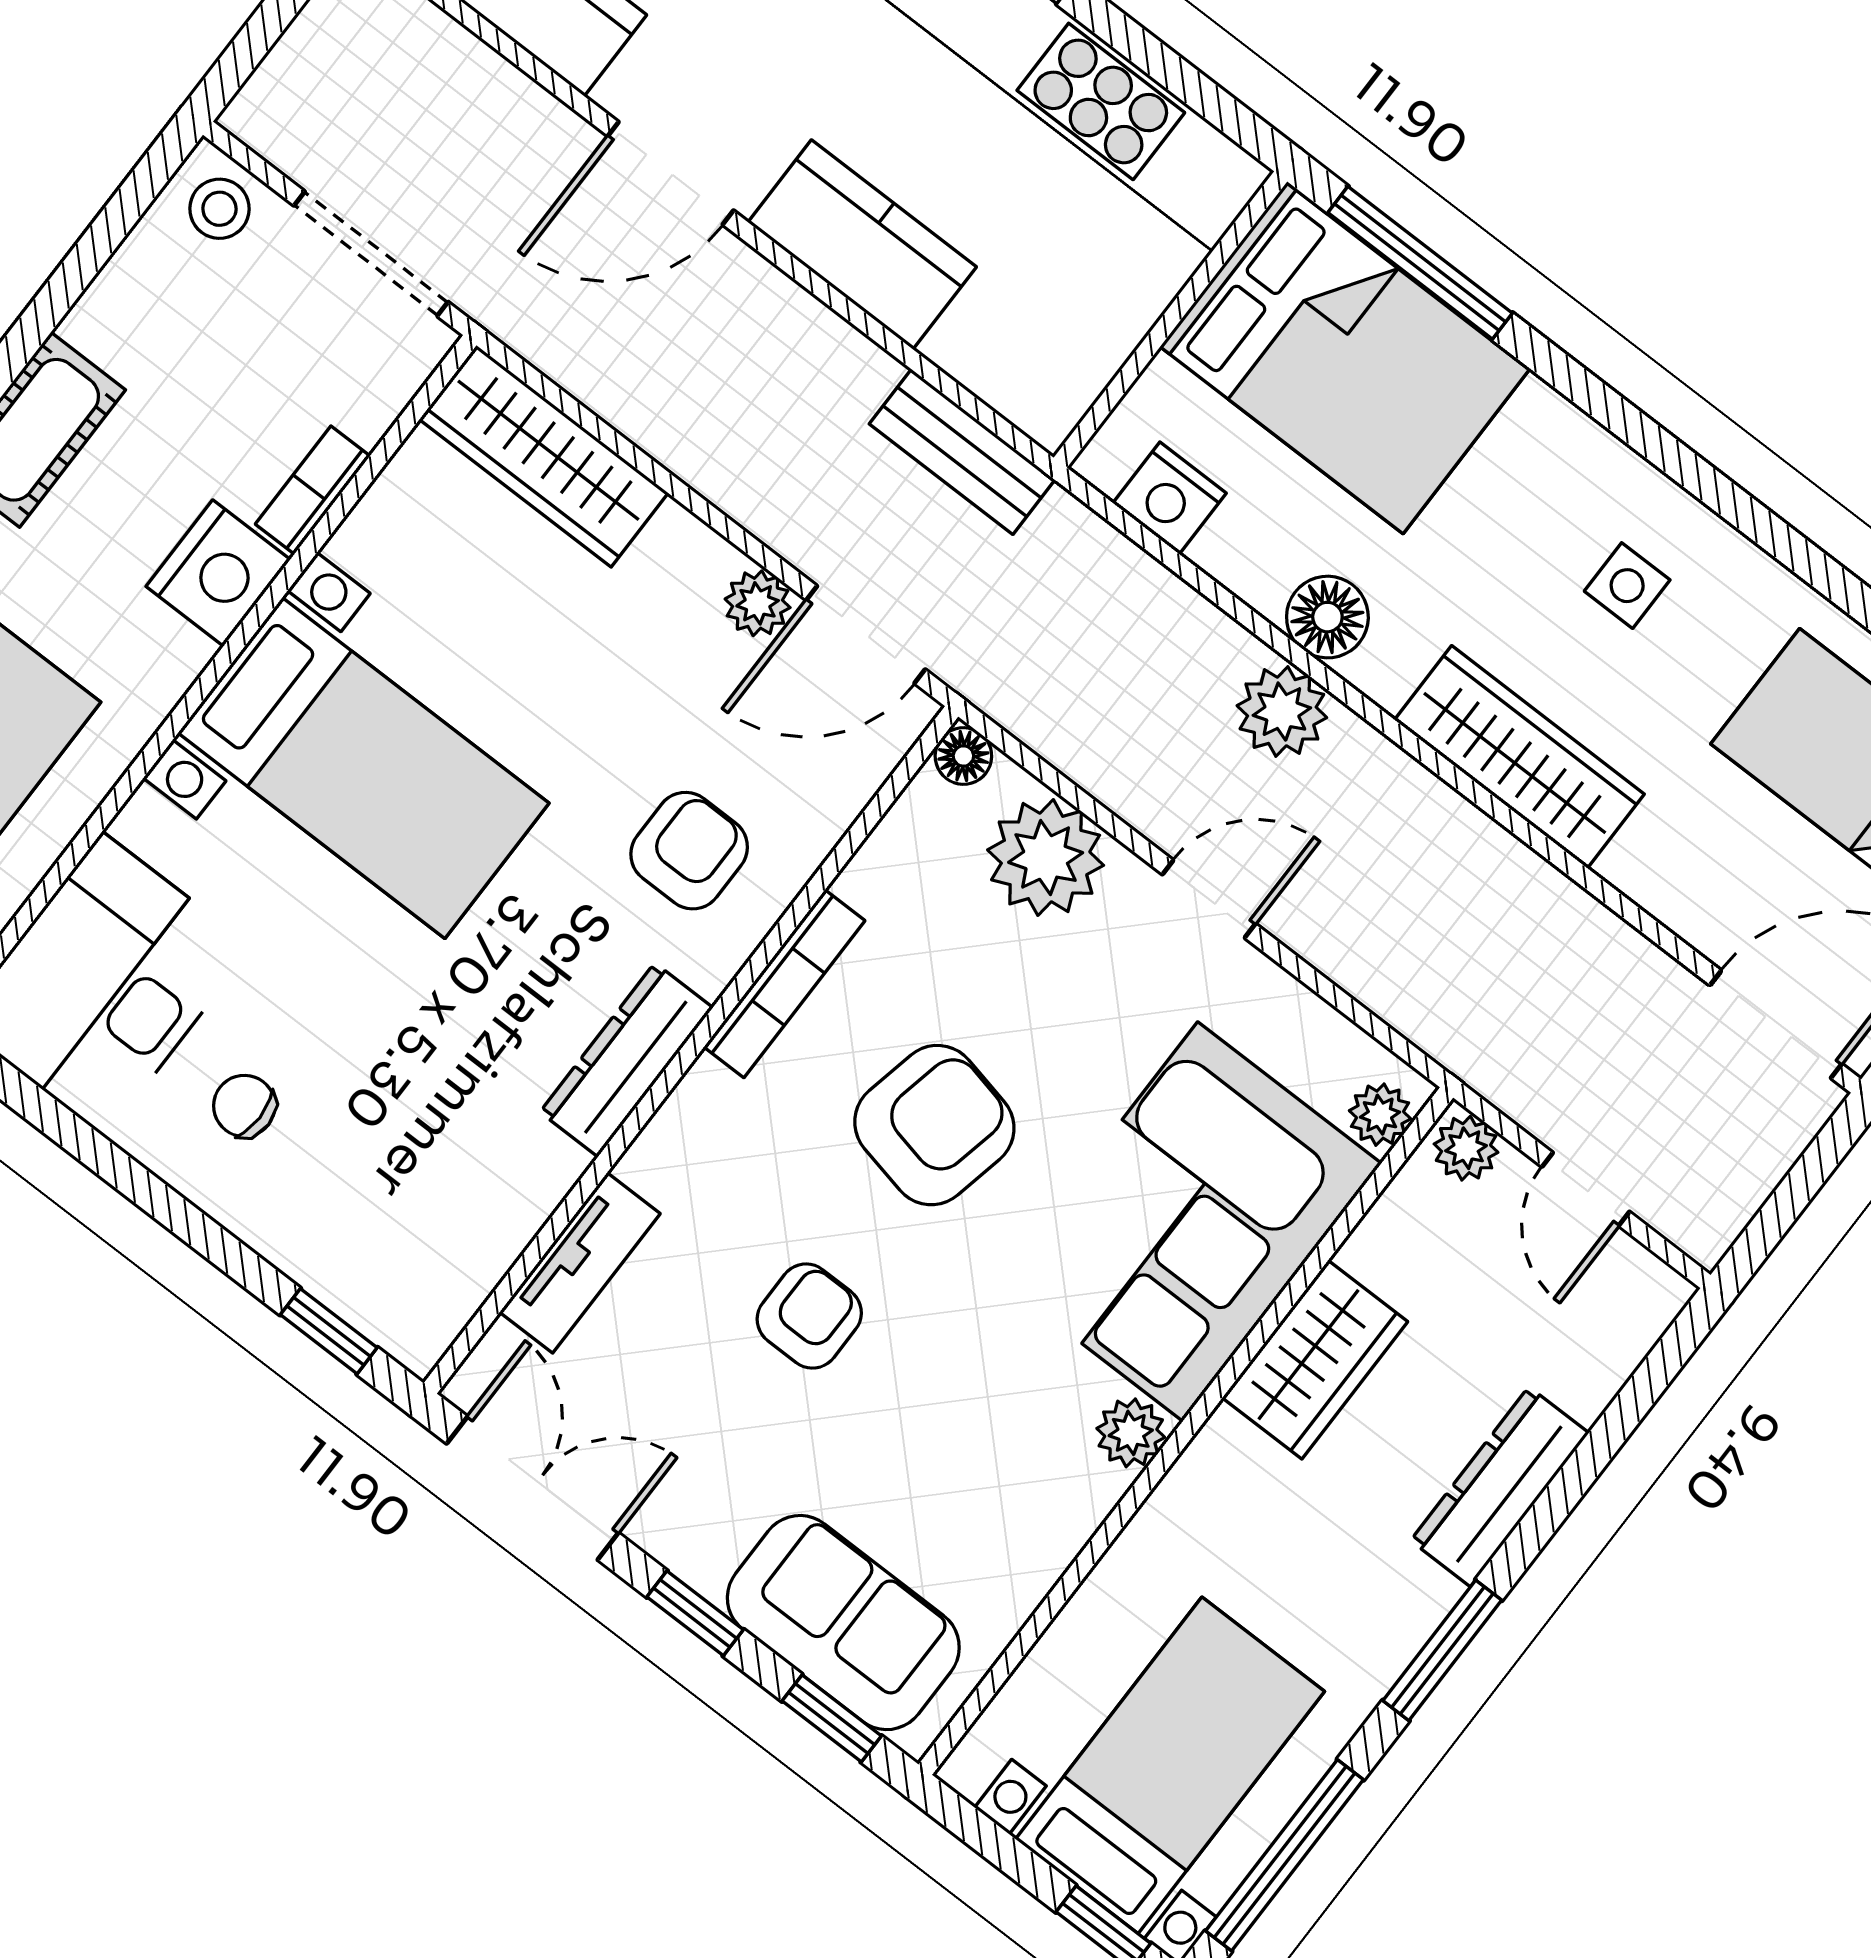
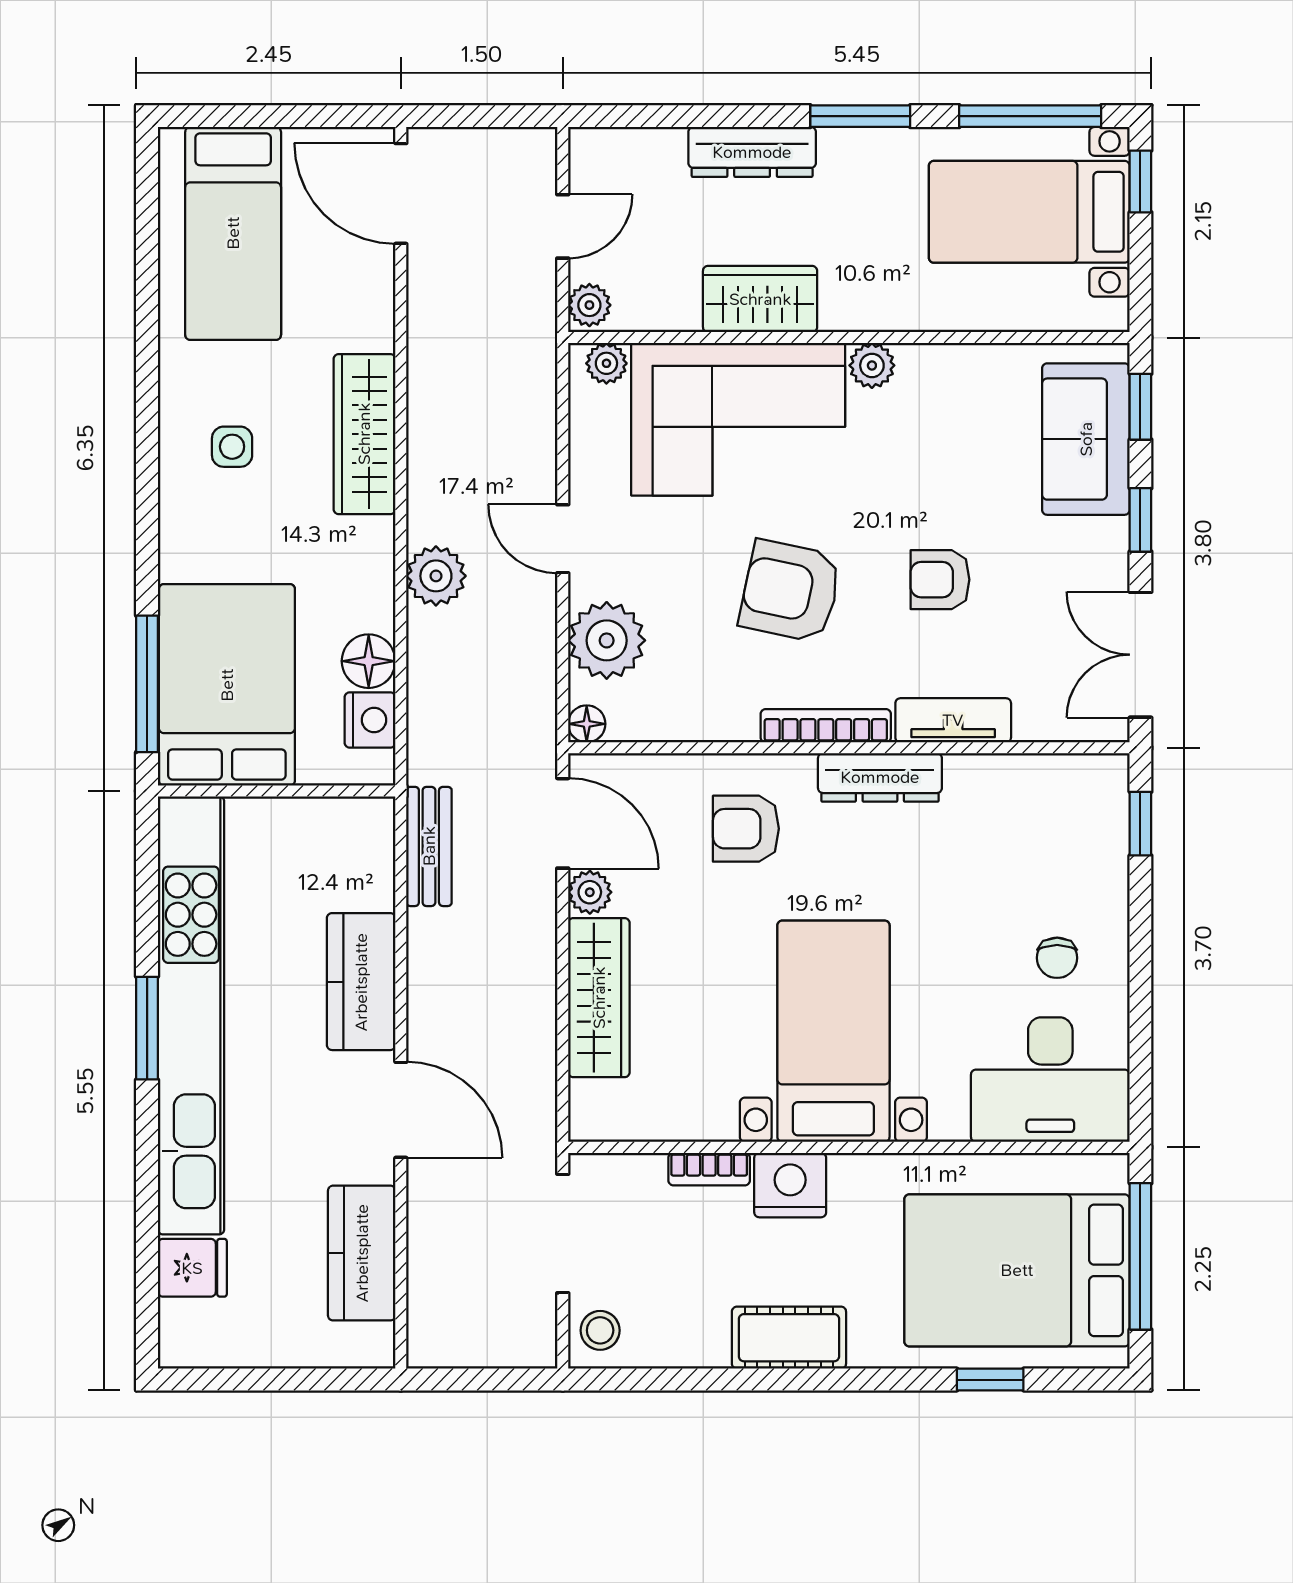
wardrobe: (544, 456) -> (599, 998), moved
floor lamp: (1327, 617) -> (369, 661), moved
bookcase: (784, 984) -> (826, 726), moved
tv unit: (580, 1263) -> (953, 720), moved

